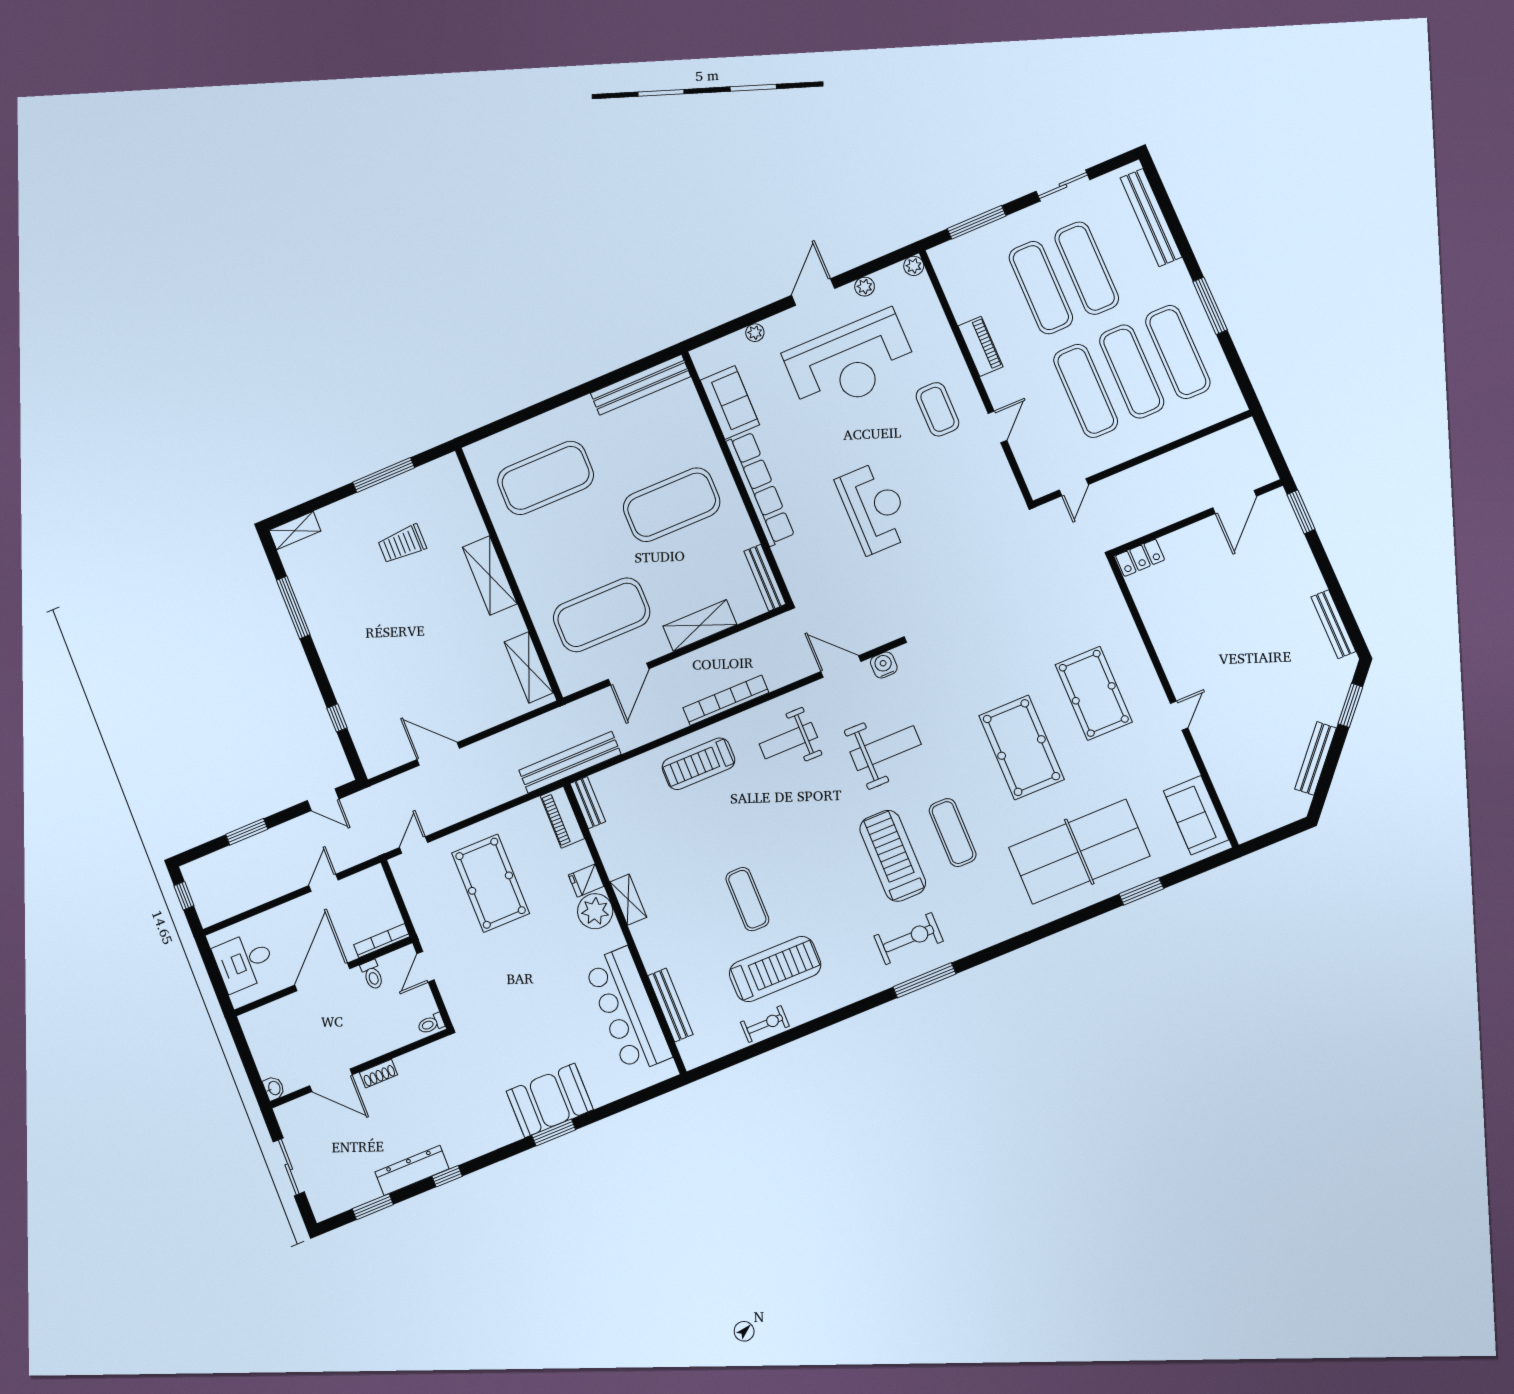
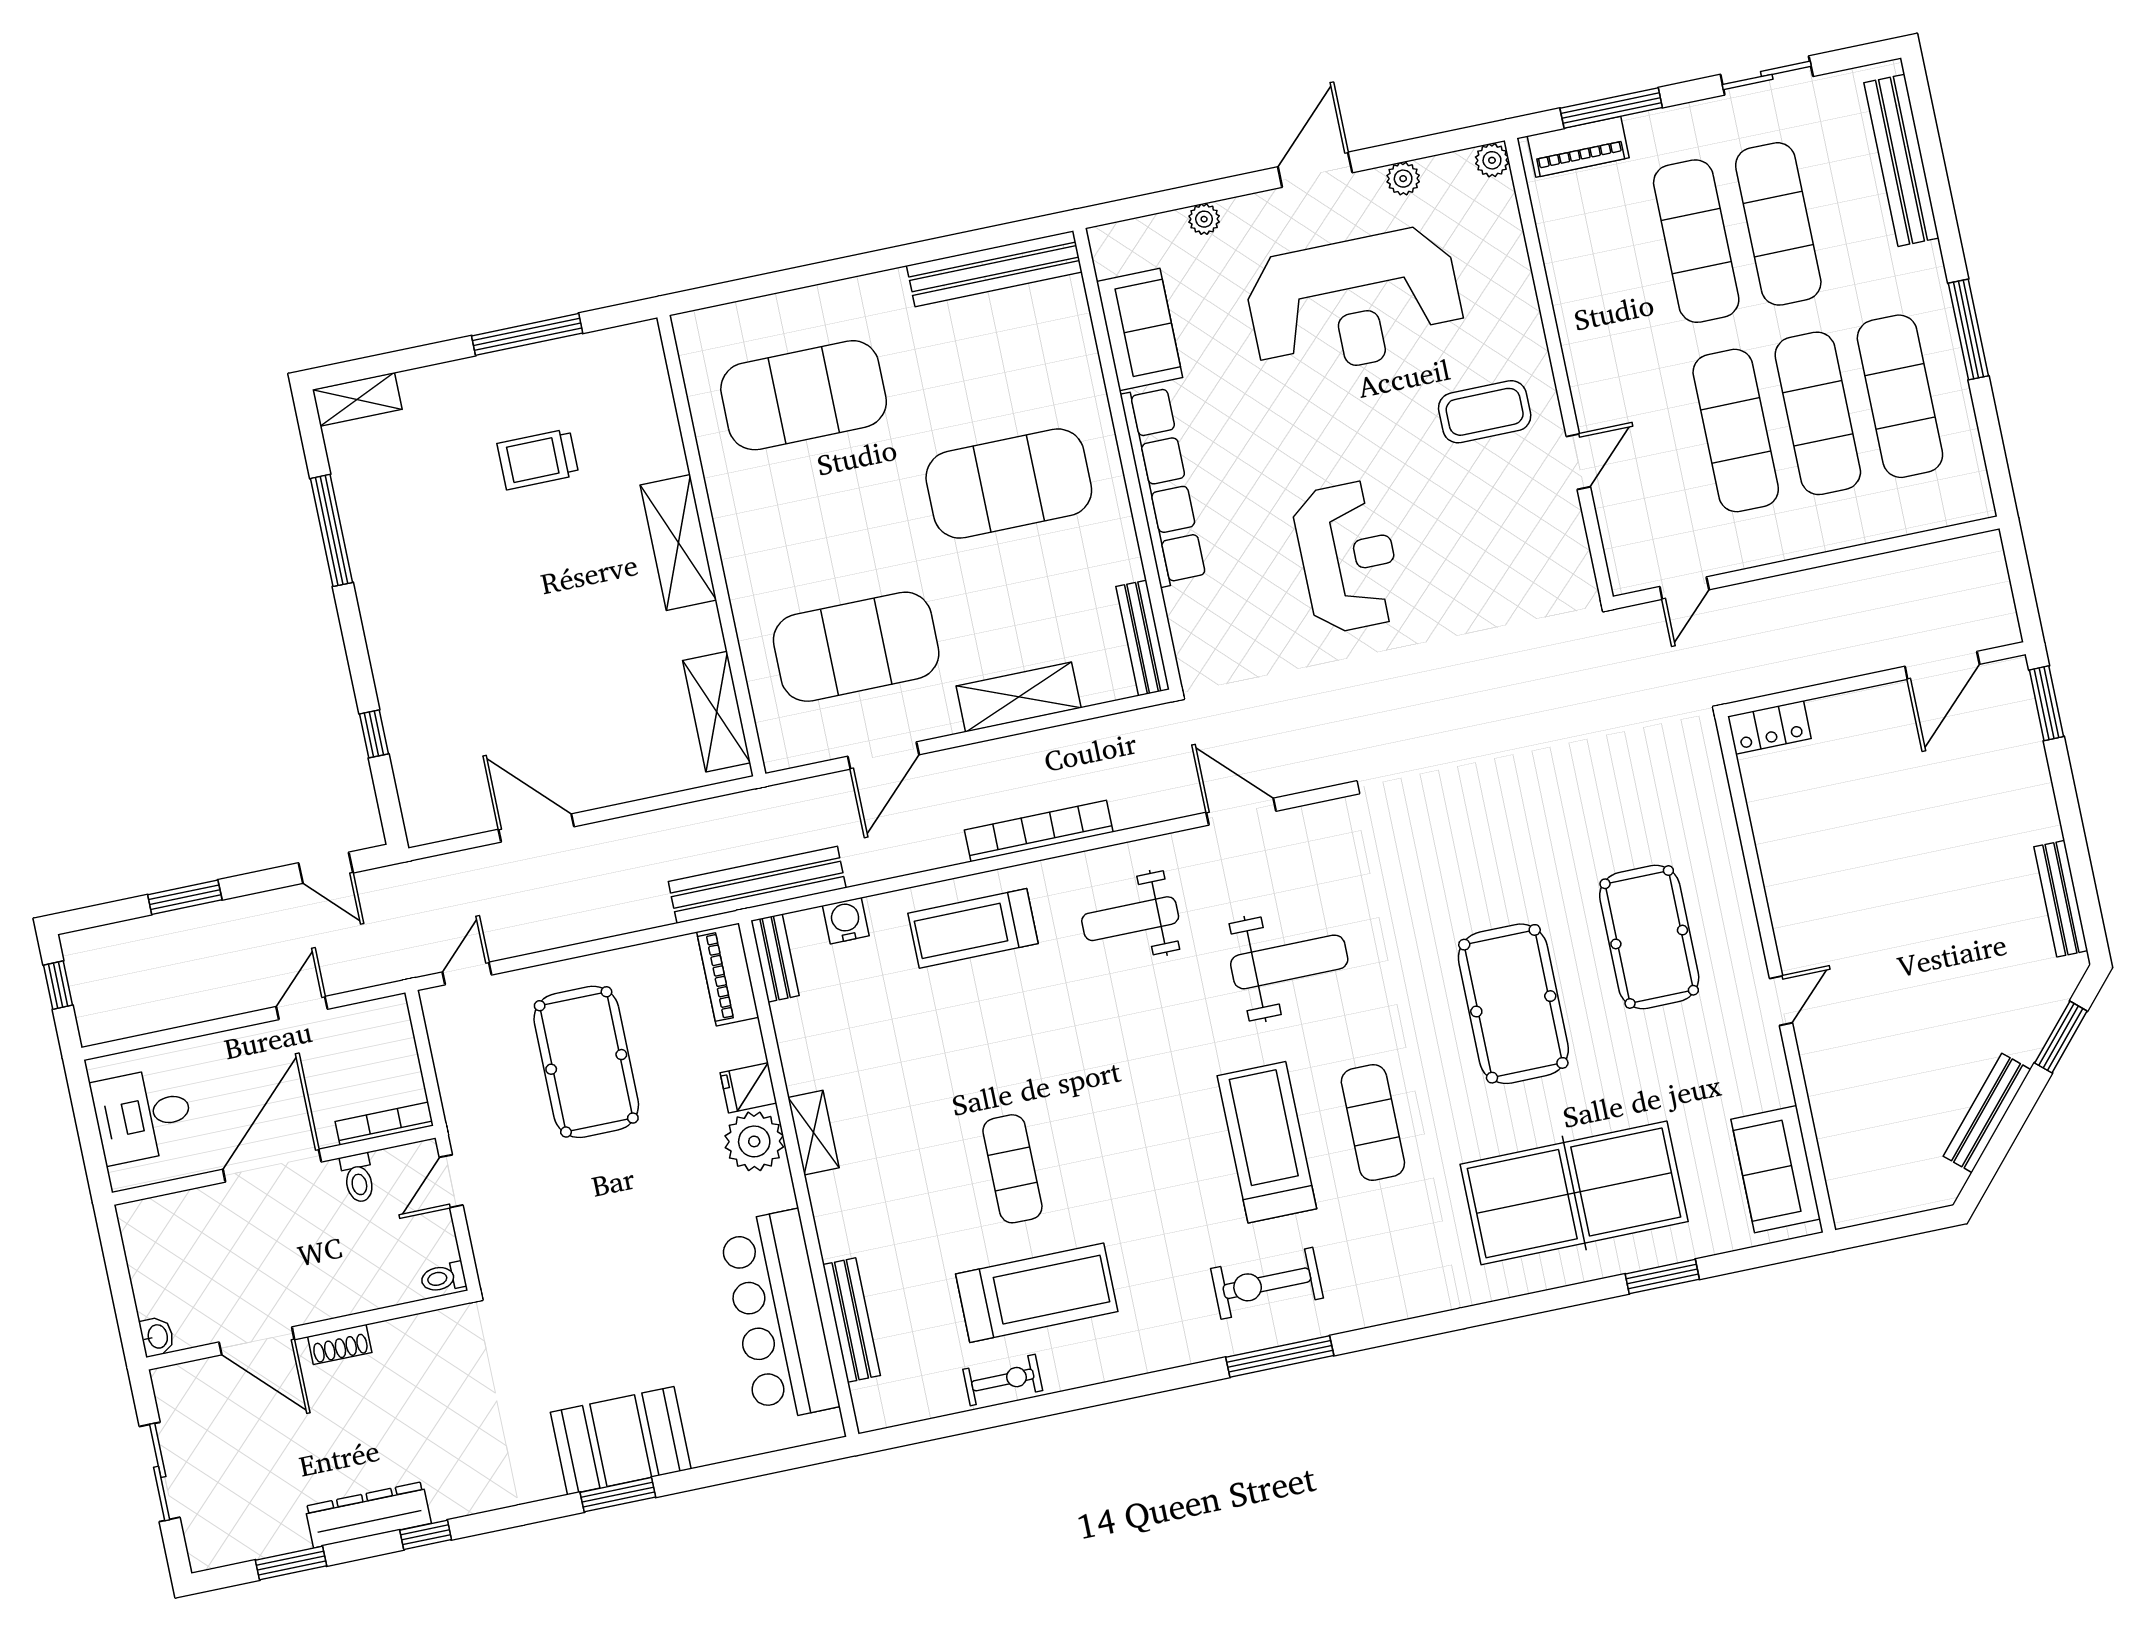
piano: (980, 346) -> (1578, 147), moved, turned 90
coffee table: (937, 409) -> (1485, 412), turned 90
water cooler: (884, 665) -> (846, 921), moved
exercise bike: (909, 939) -> (1267, 1283), turned 180

